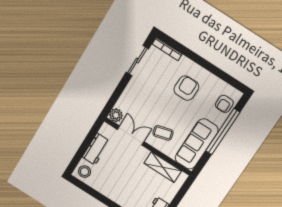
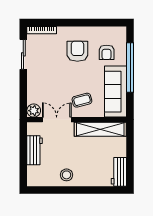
armchair: (224, 104) -> (107, 52), moved
shelving: (163, 167) -> (100, 129), width x1.47
stool: (85, 172) -> (67, 175), moved

